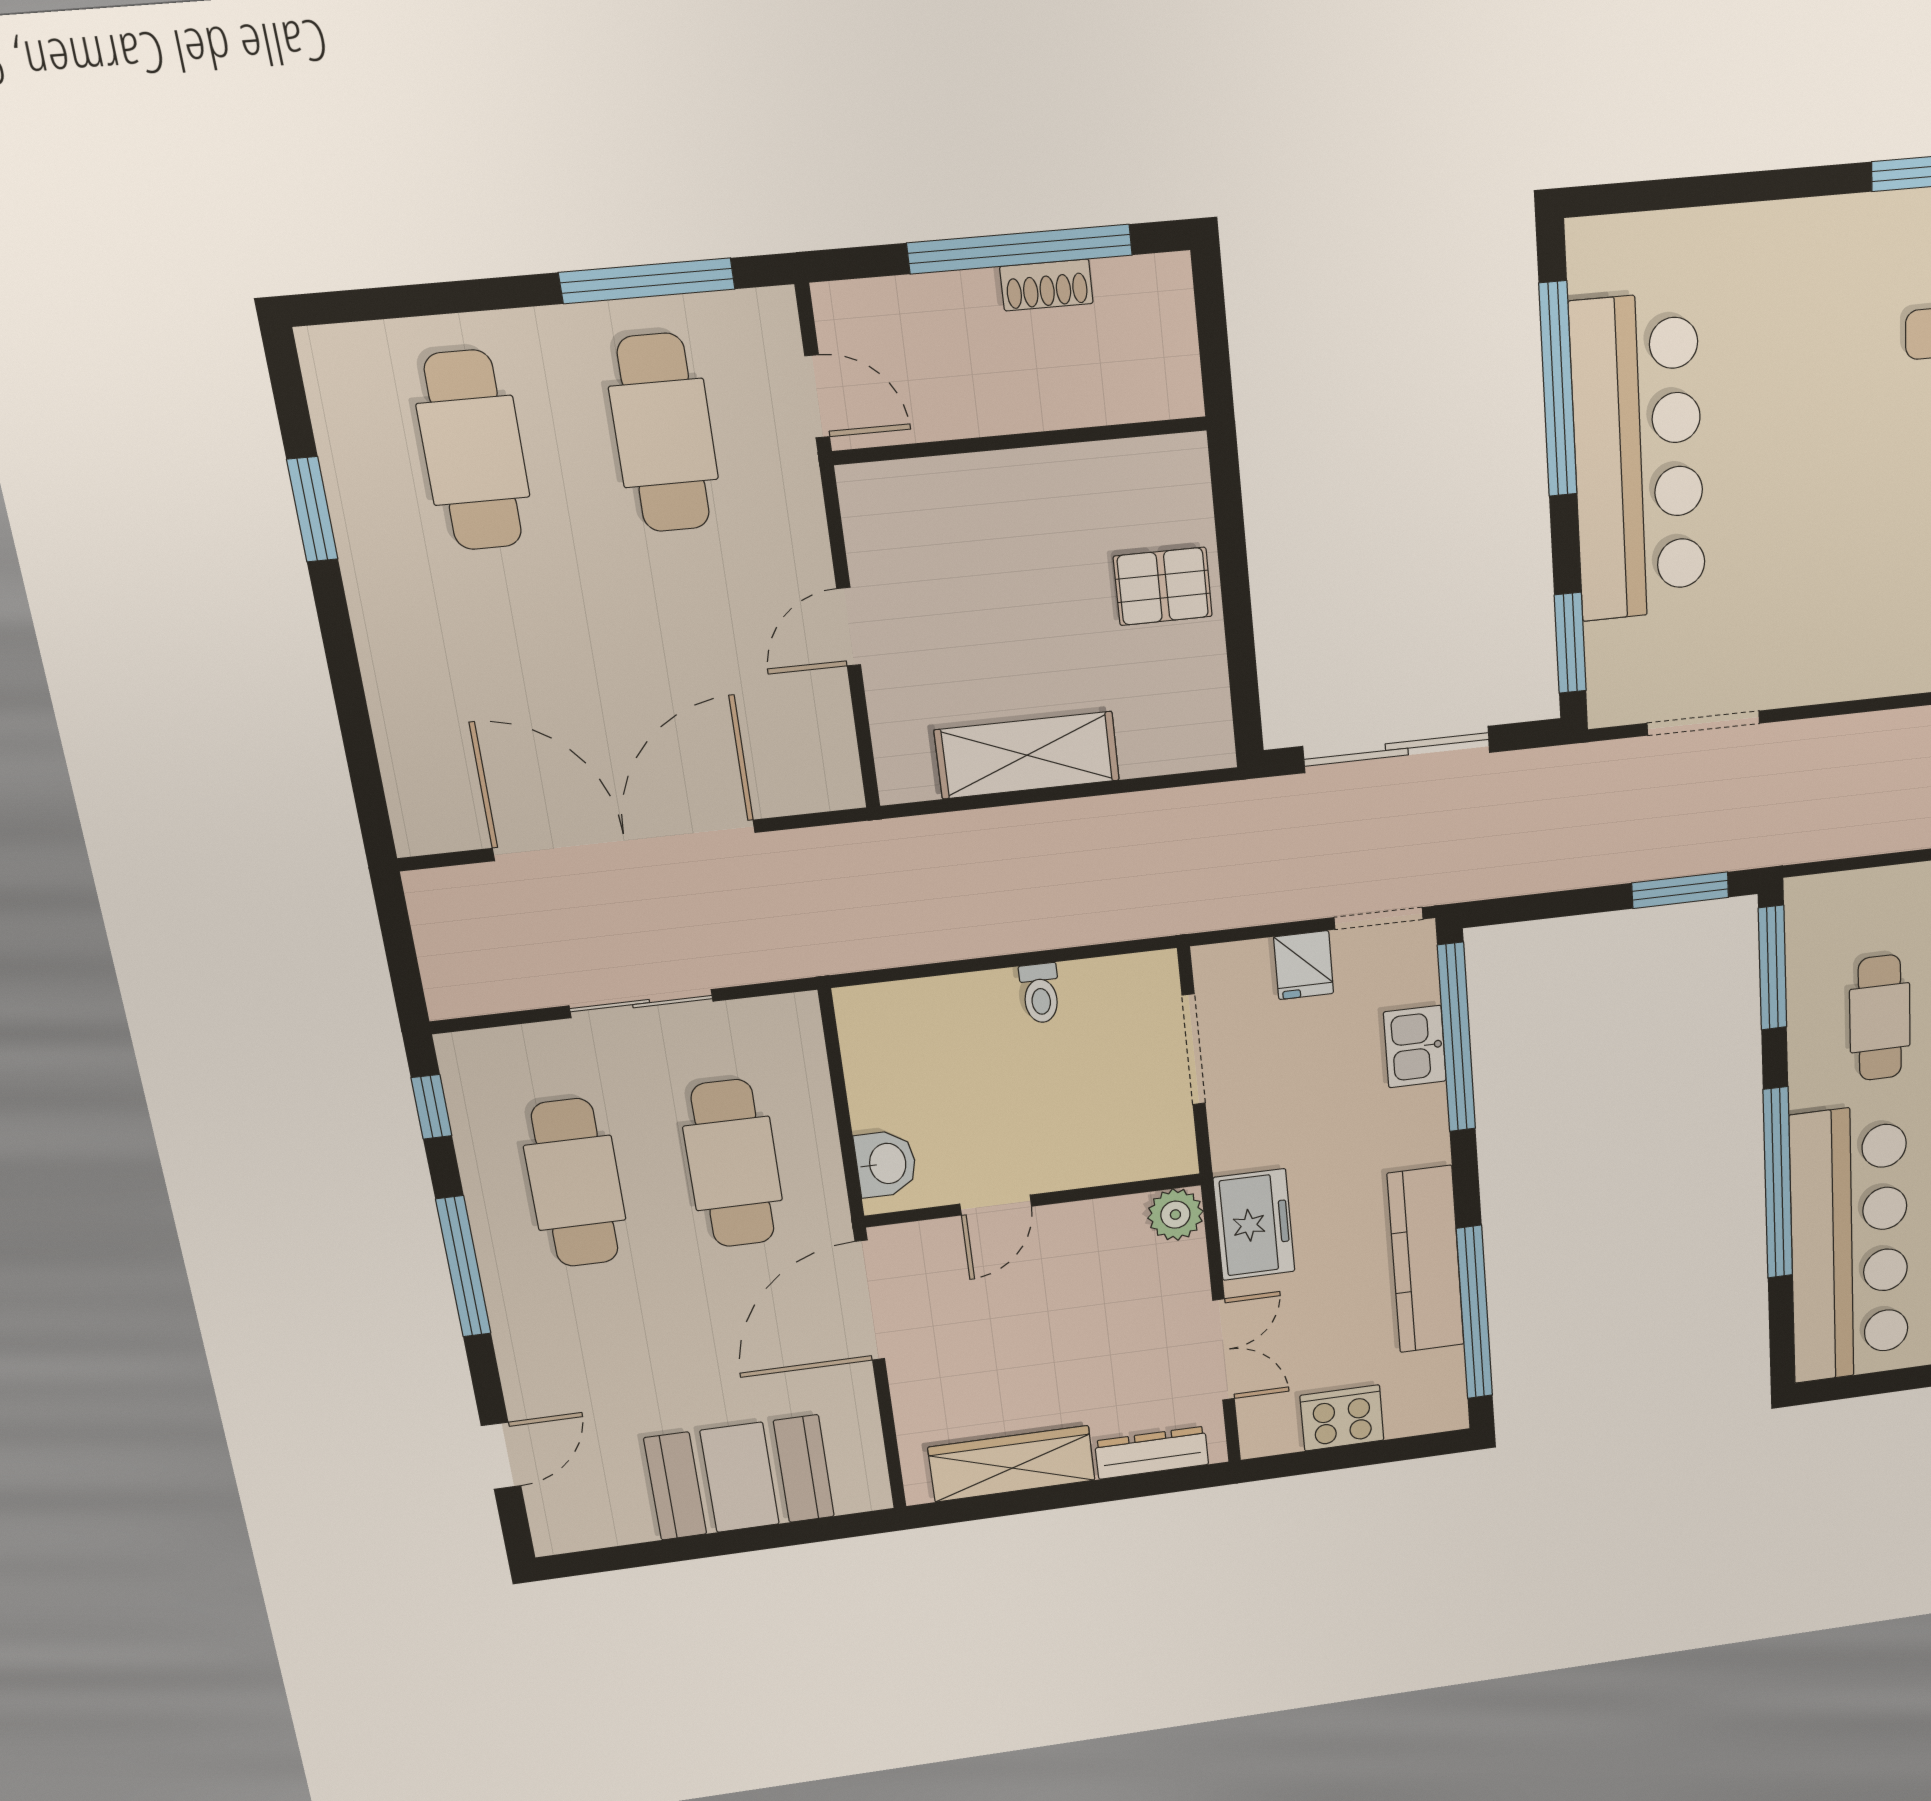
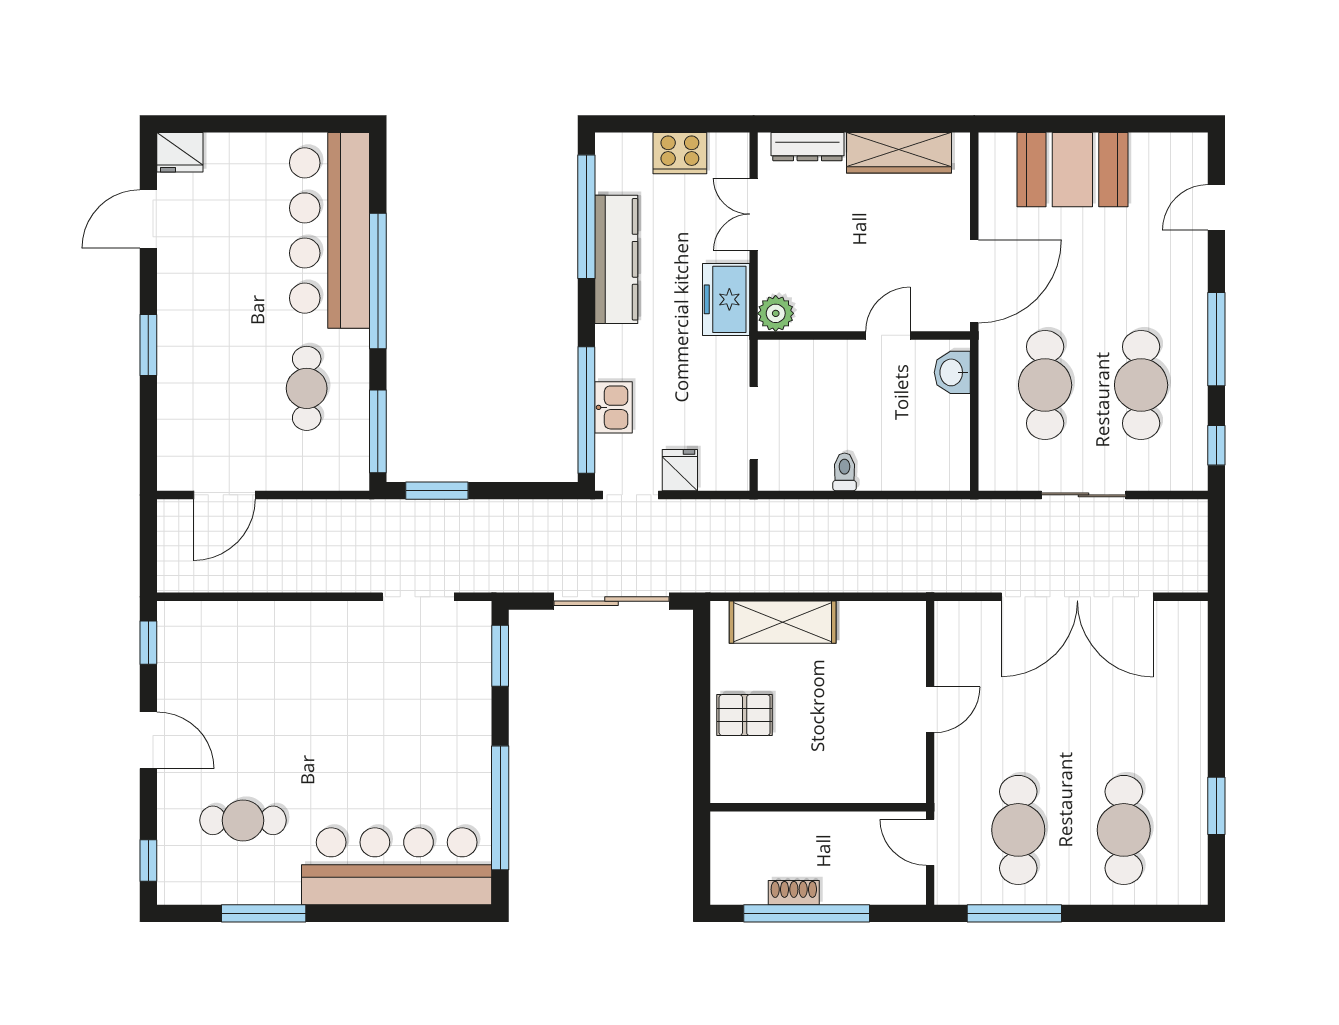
bar counter: (1638, 458) -> (397, 866), moved, turned 90
shelving: (1027, 755) -> (783, 622), moved

